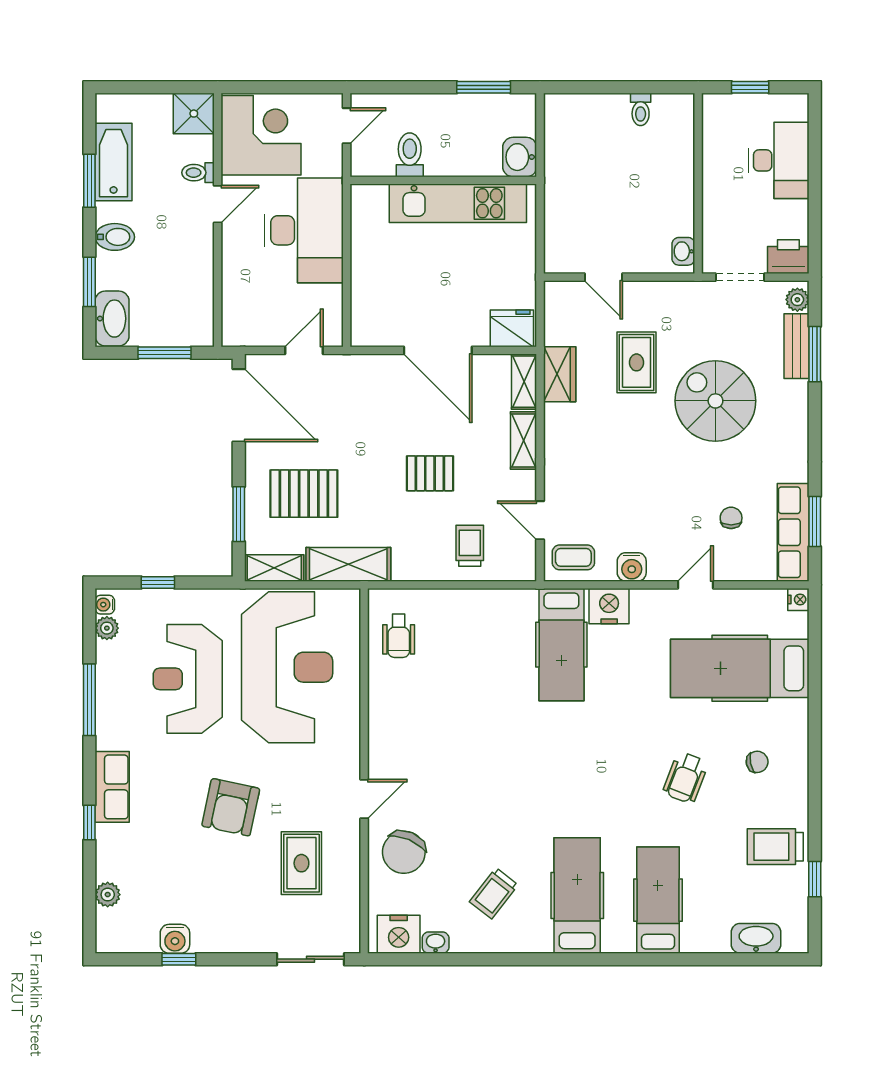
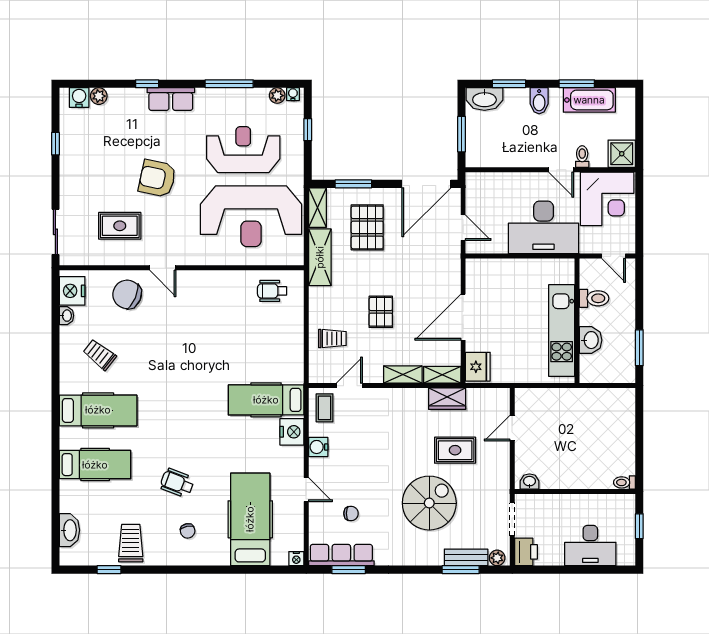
toilet: (641, 109) -> (624, 482), moved
washbasin: (520, 157) -> (591, 340), moved, turned 90
water cooler: (175, 939) -> (79, 97), moved, turned 90

